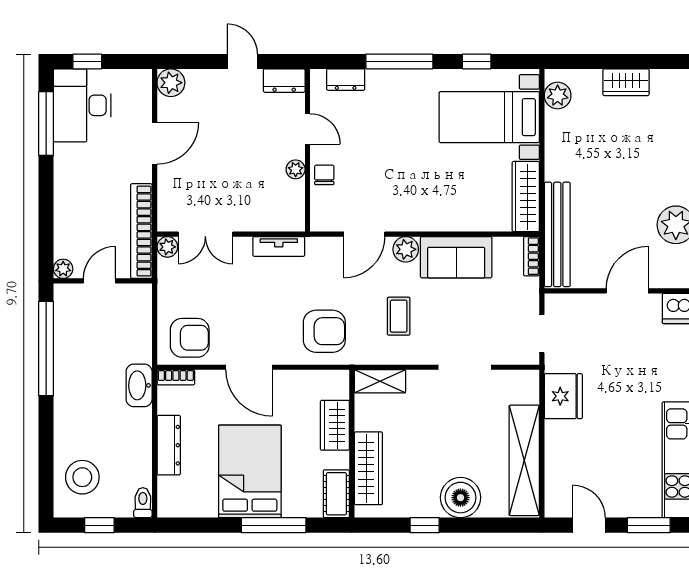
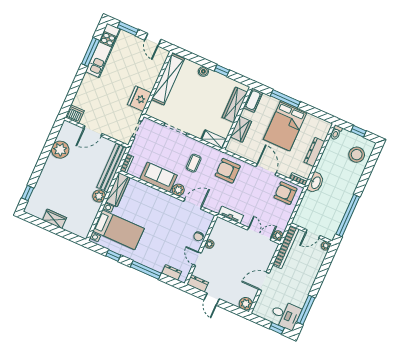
plant: (558, 95) -> (99, 196), moved
desk: (82, 105) -> (285, 315), width x0.73
boiler: (460, 498) -> (203, 71), width x0.54, depth x0.54

